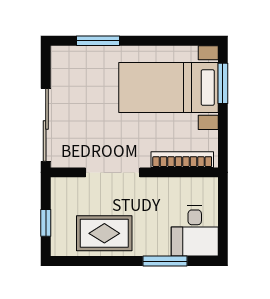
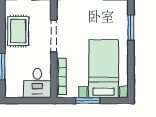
window: (223, 83) -> (88, 101), moved
desk: (195, 231) -> (37, 83), moved, turned -90

